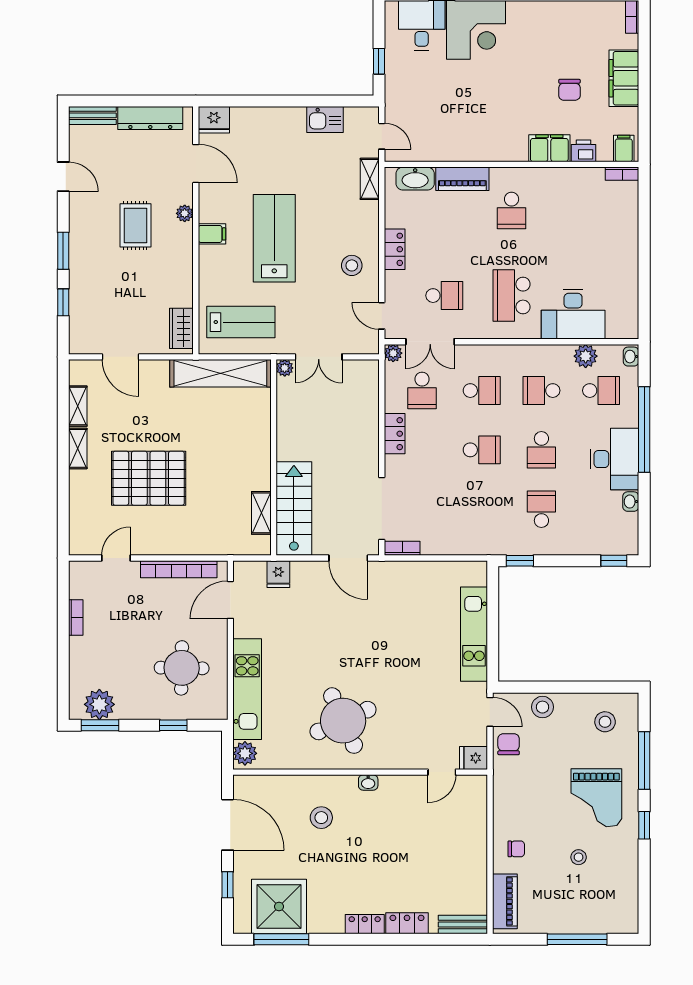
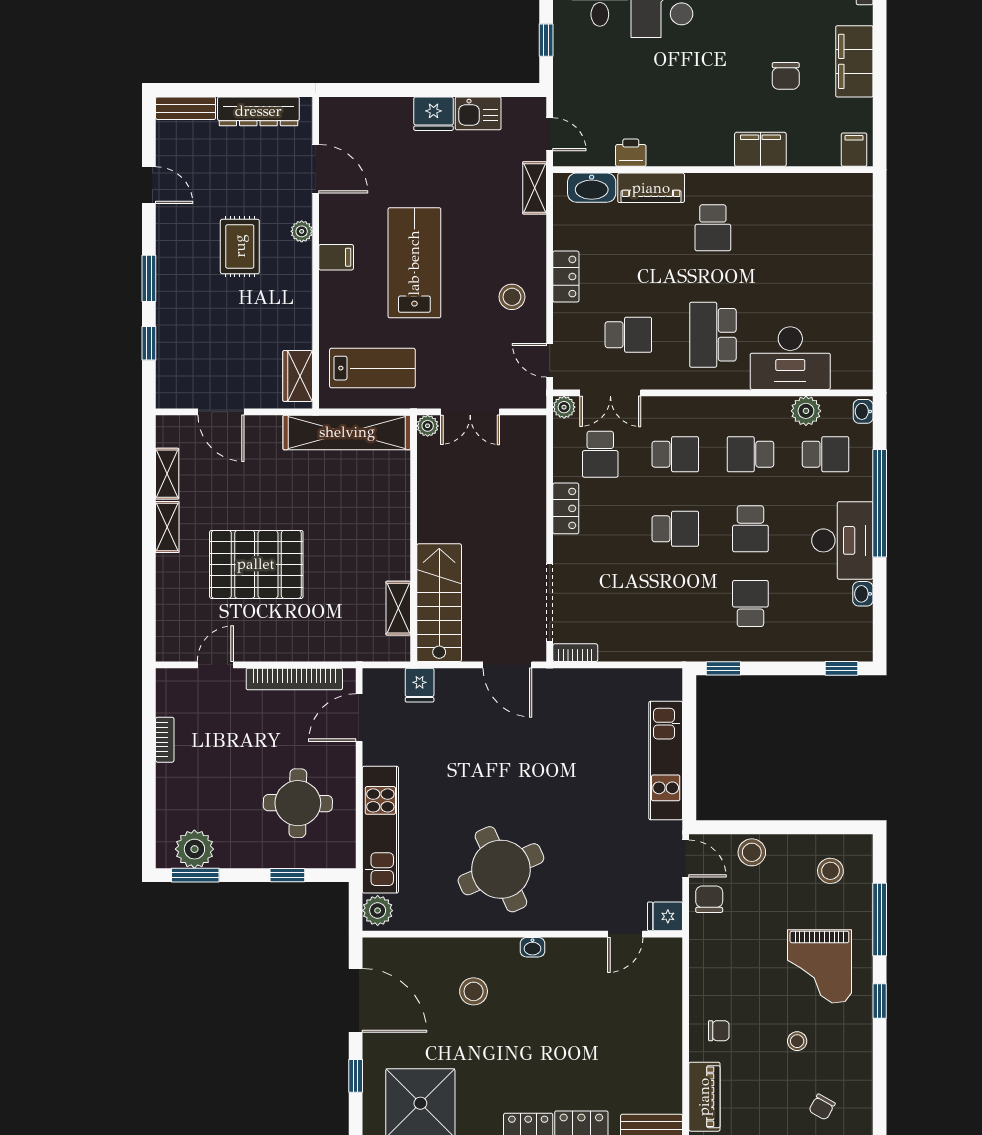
fridge: (214, 120) -> (434, 114), moved
printer: (583, 151) -> (631, 153), moved
bookcase: (622, 174) -> (852, 181), removed
chair: (598, 910) -> (822, 1107), added

